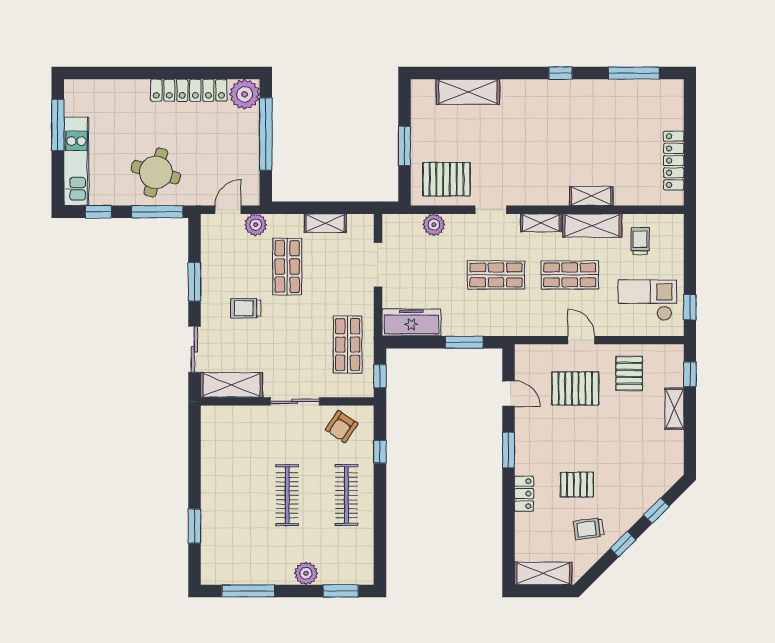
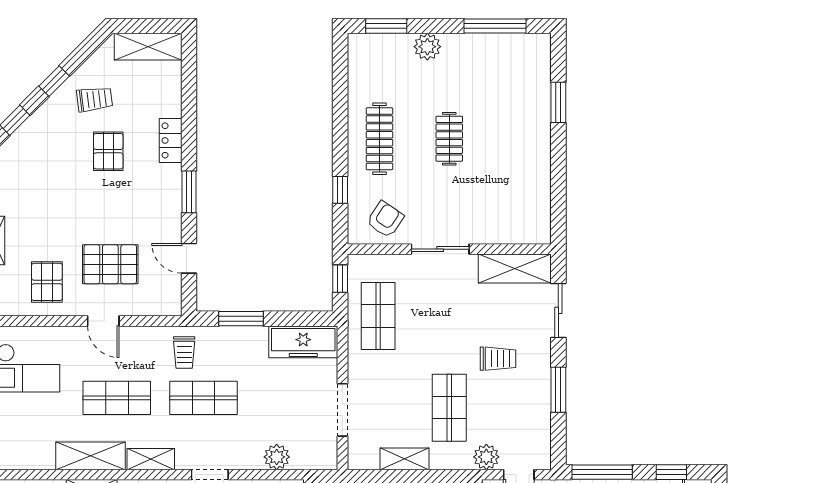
trolley: (640, 241) -> (184, 353), moved
pallet: (577, 485) -> (108, 151), turned 90
clothes rail: (287, 495) -> (449, 139), width x0.73

